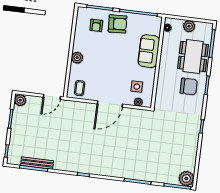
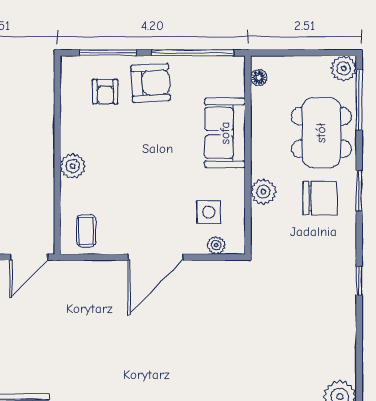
plant: (189, 26) -> (344, 68), moved
plant: (163, 80) -> (263, 192), added

